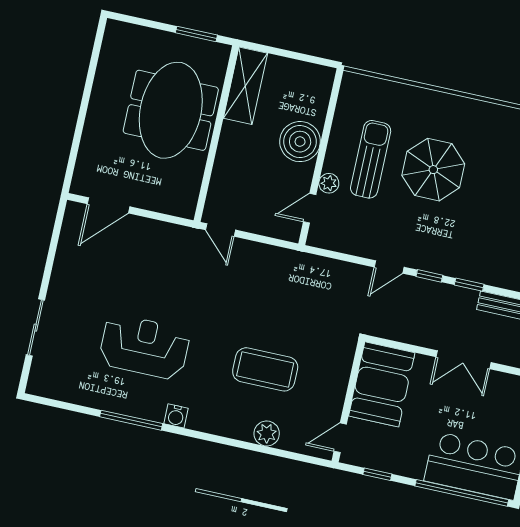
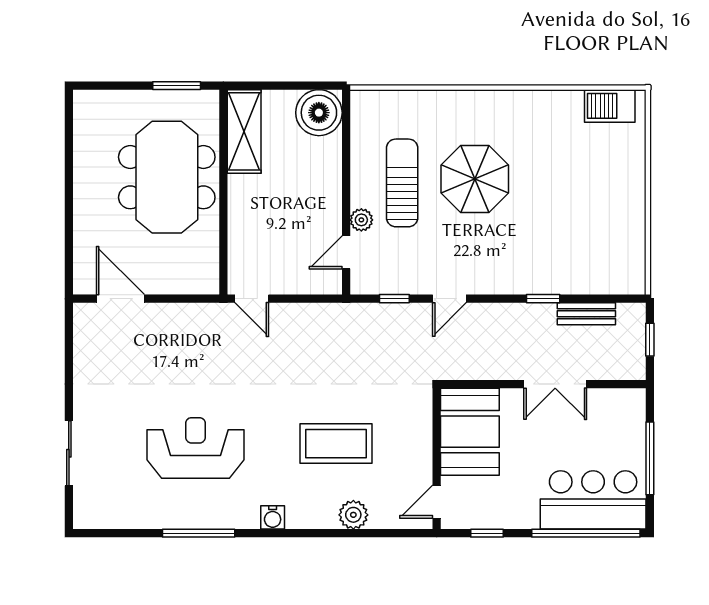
boiler: (300, 142) -> (319, 113), moved
door: (108, 205) -> (121, 299), swing flipped
window: (429, 276) -> (394, 299), moved
water cooler: (176, 416) -> (273, 517), moved

